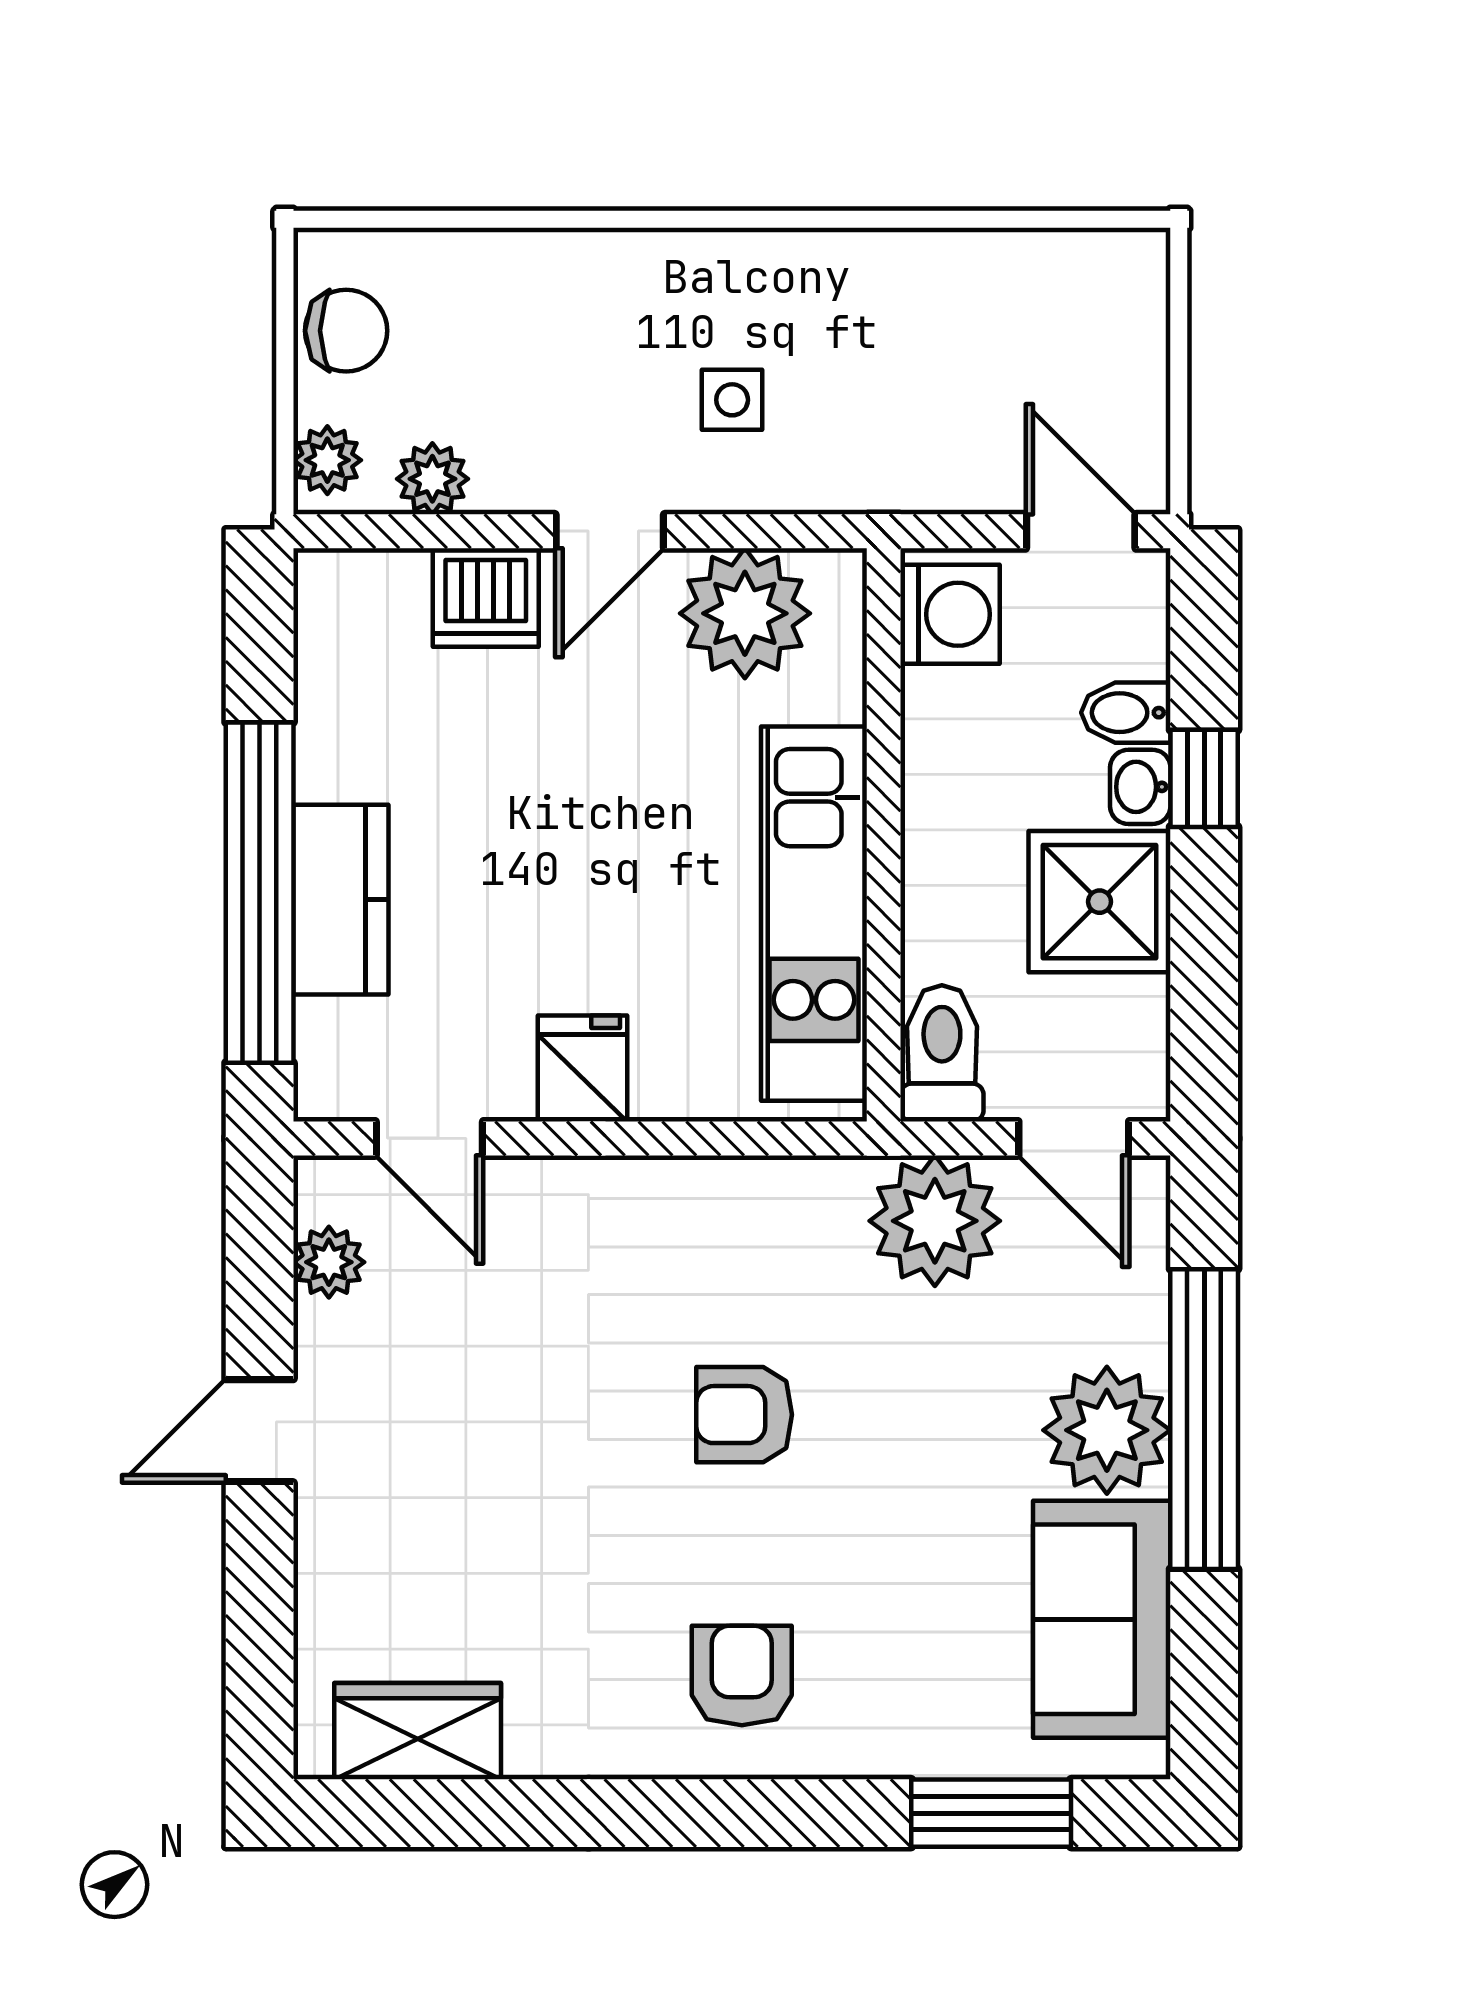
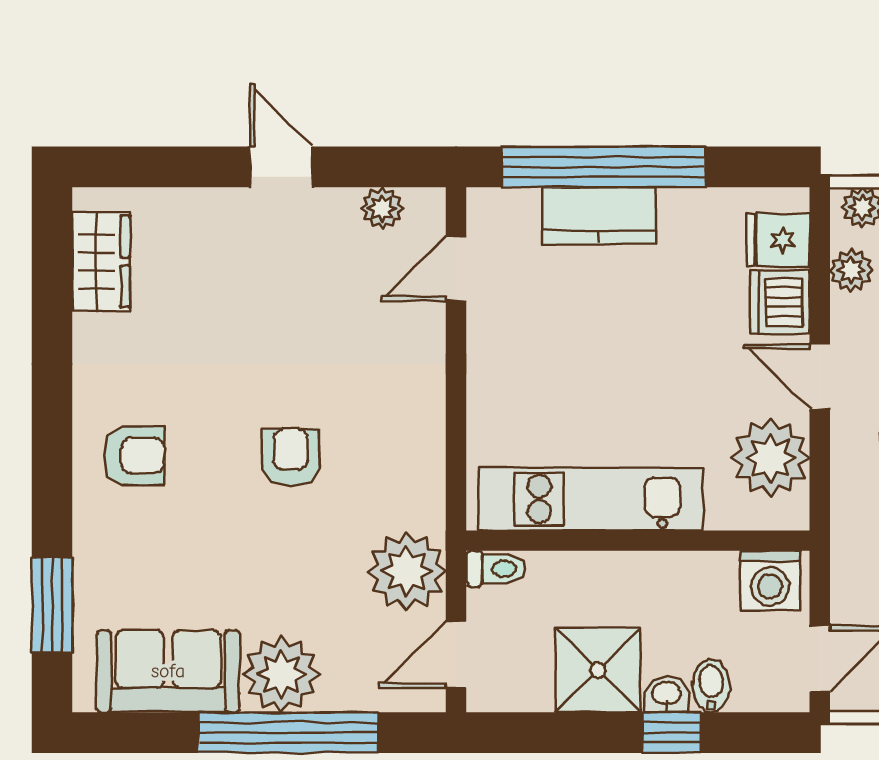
toilet: (942, 1053) -> (496, 569), width x0.73, depth x0.72
fridge: (583, 1068) -> (778, 240), moved, turned 180

